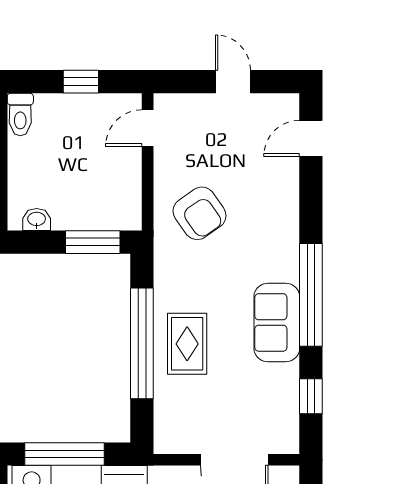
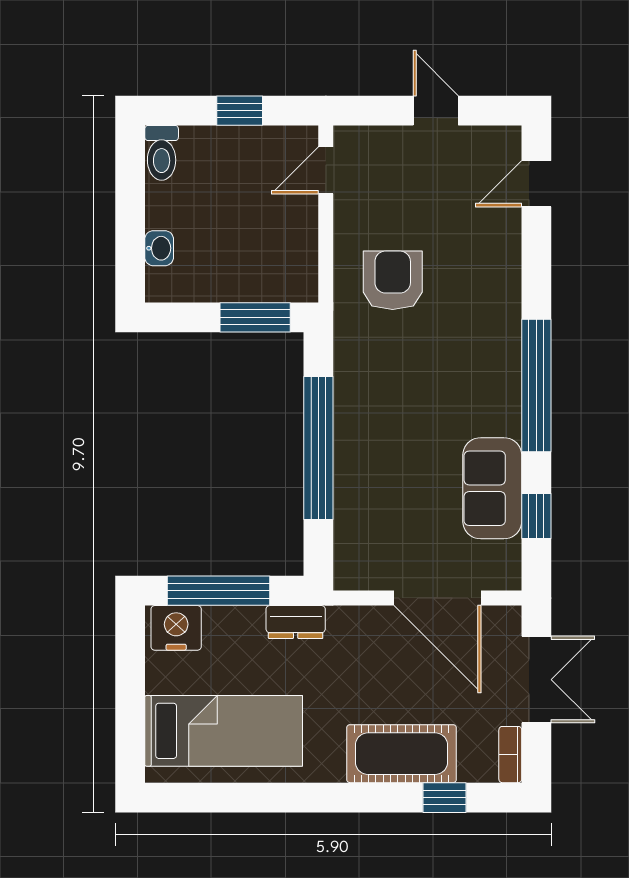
armchair: (200, 213) -> (393, 280), turned -145
washbasin: (37, 220) -> (159, 248), moved, turned 90
sofa: (277, 322) -> (492, 488), moved
rug: (187, 344) -> (377, 449), removed

